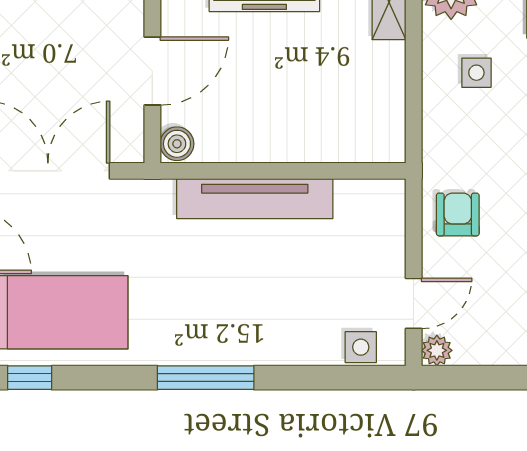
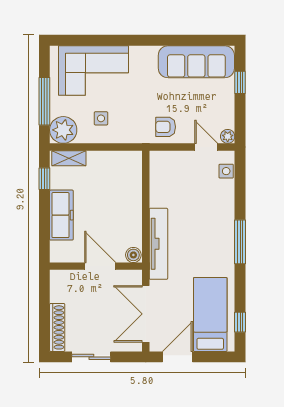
tv unit: (255, 199) -> (158, 244), moved

